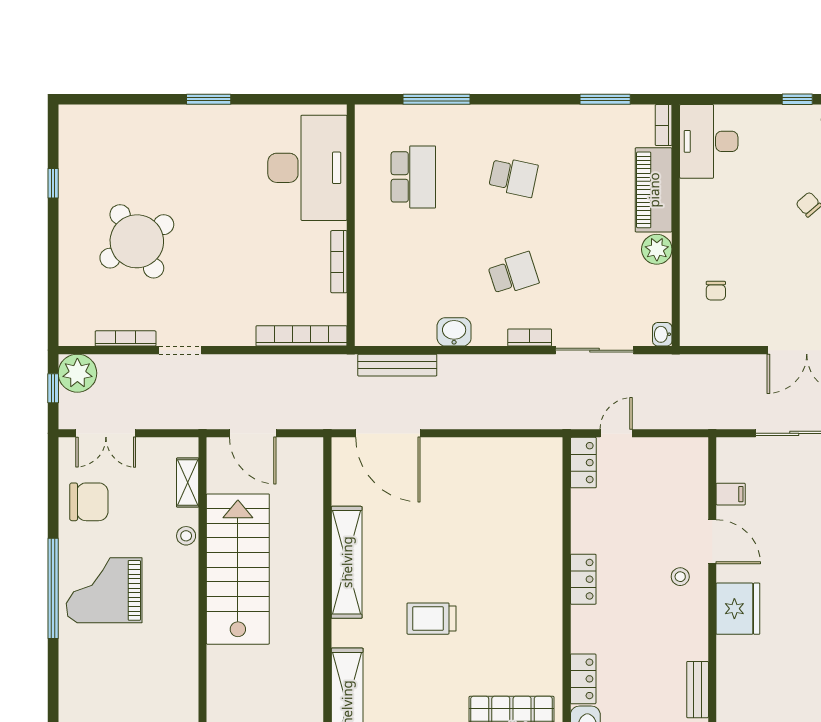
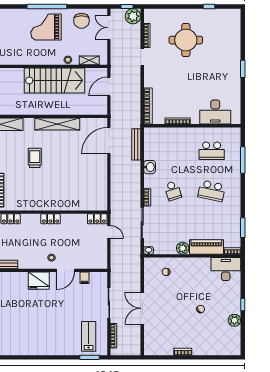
desk: (307, 168) -> (215, 112), width x0.73, depth x0.77
school desk: (513, 177) -> (212, 191), width x1.85
round table: (137, 241) -> (186, 40), turned 32
grand piano: (104, 590) -> (46, 27), turned -90

